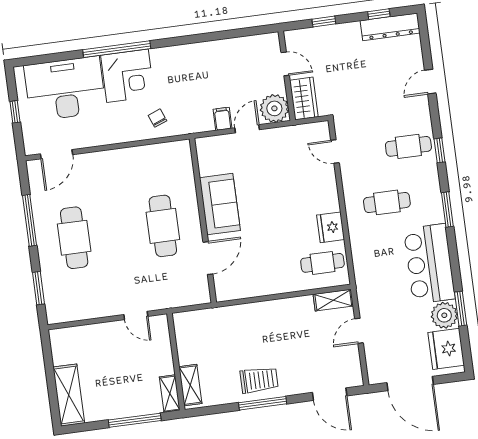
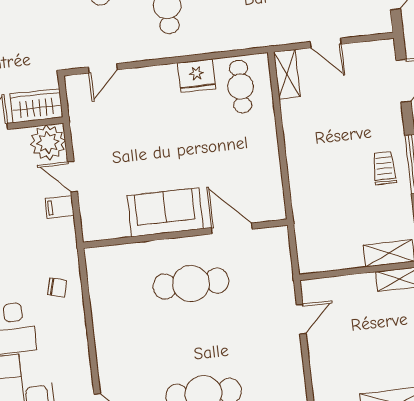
chair: (157, 118) -> (57, 288), turned -144
trolley: (259, 380) -> (384, 168), width x0.73, depth x0.72

